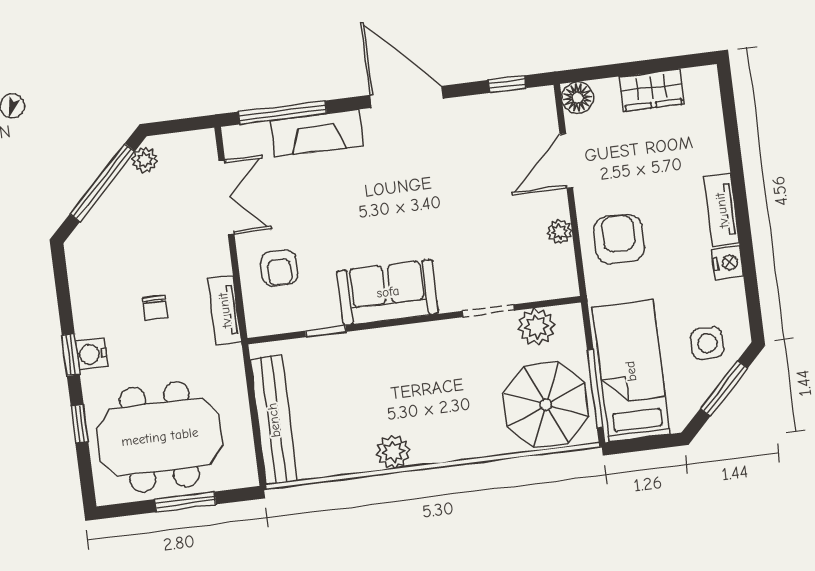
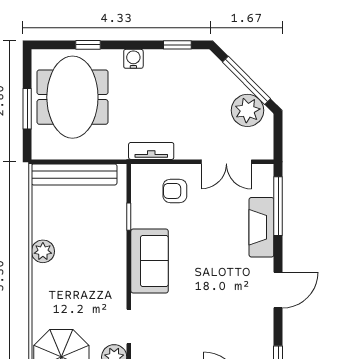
door: (407, 97) -> (278, 290), width x0.73
plant: (145, 160) -> (248, 110), width x1.88, depth x1.88
chair: (155, 308) -> (159, 105), removed
window: (71, 355) -> (177, 45), moved

